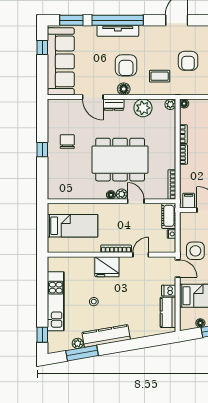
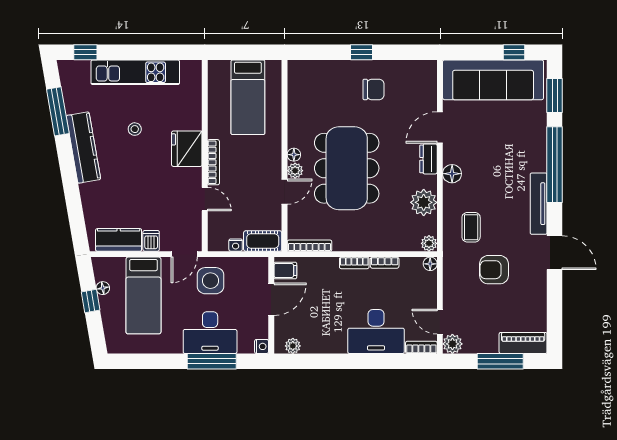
tv unit: (118, 31) -> (539, 204), moved
armchair: (126, 65) -> (487, 177), removed
plant: (78, 343) -> (72, 105), removed

